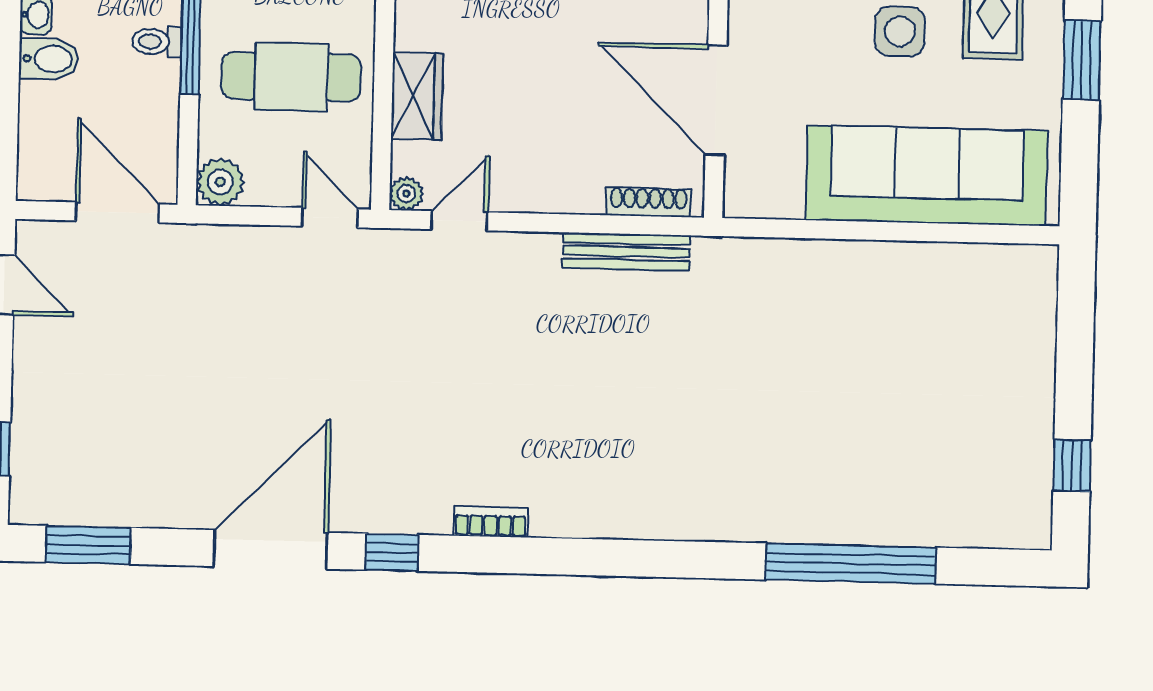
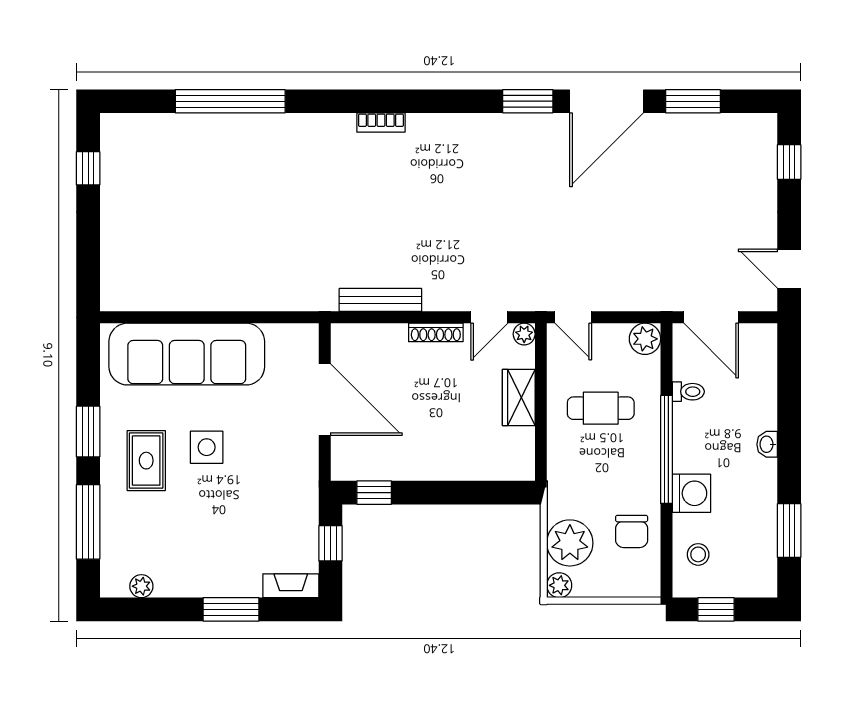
toilet: (157, 42) -> (688, 392), moved
bidet: (49, 59) -> (758, 416), removed
cafe table: (291, 77) -> (601, 408), width x0.73, depth x0.74
shoe rack: (649, 202) -> (436, 332), moved
bookcase: (491, 522) -> (381, 123), moved
window: (88, 545) -> (693, 101), moved
window: (392, 552) -> (528, 101), width x1.50

